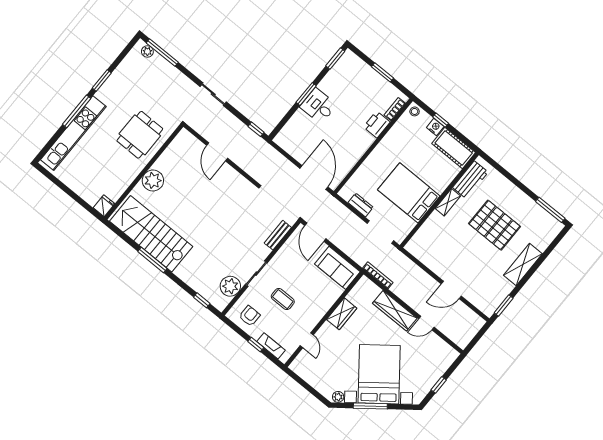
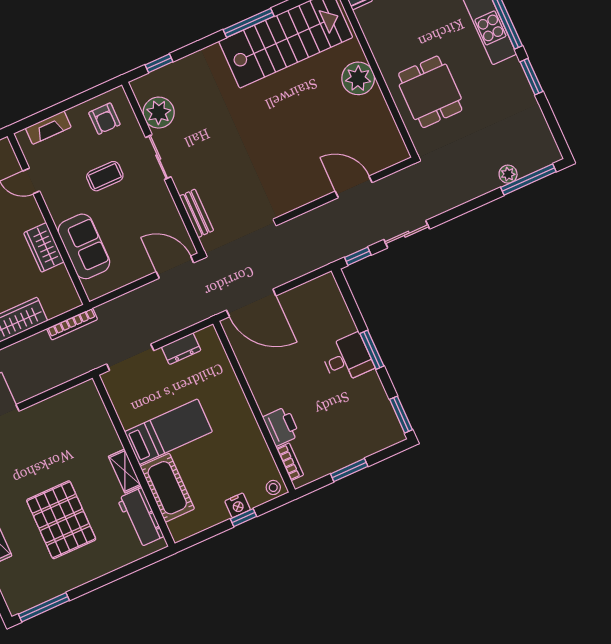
plant: (147, 51) -> (508, 174), moved
sliding door: (213, 94) -> (407, 234), moved
cot: (454, 148) -> (167, 488), moved, turned 90
bed: (409, 193) -> (168, 432), width x0.67
pallet: (494, 225) -> (61, 520), turned 90
sofa: (337, 268) -> (84, 246), moved, turned 90
window: (256, 345) -> (61, 107), removed

